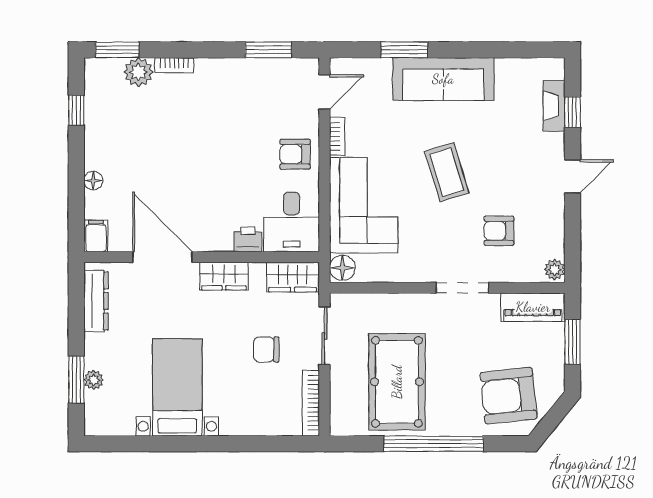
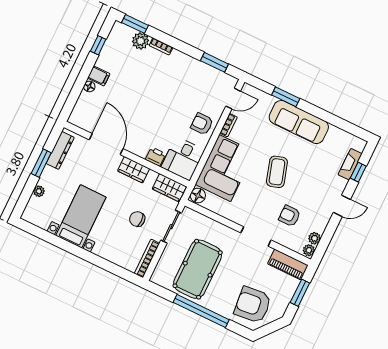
filing cabinet: (96, 236) -> (99, 76), moved, turned 90
plant: (554, 247) -> (314, 238), added
window: (76, 380) -> (41, 163), moved

